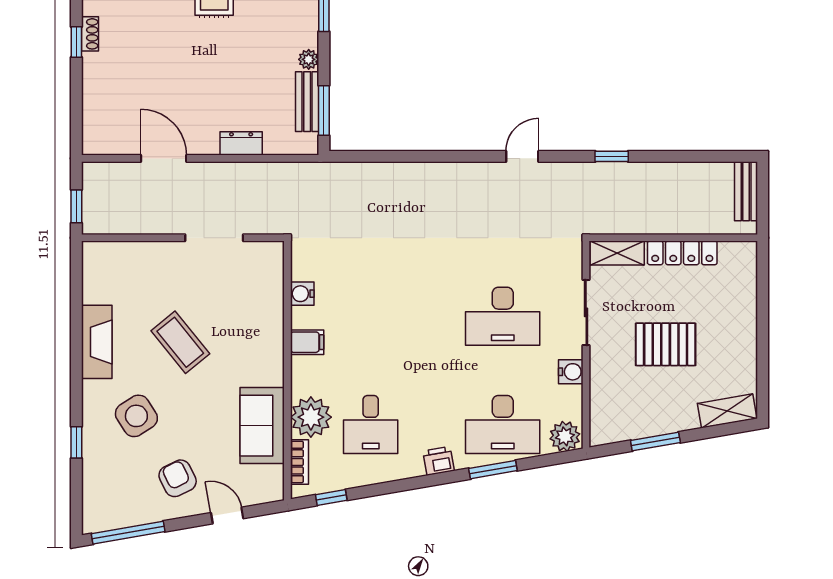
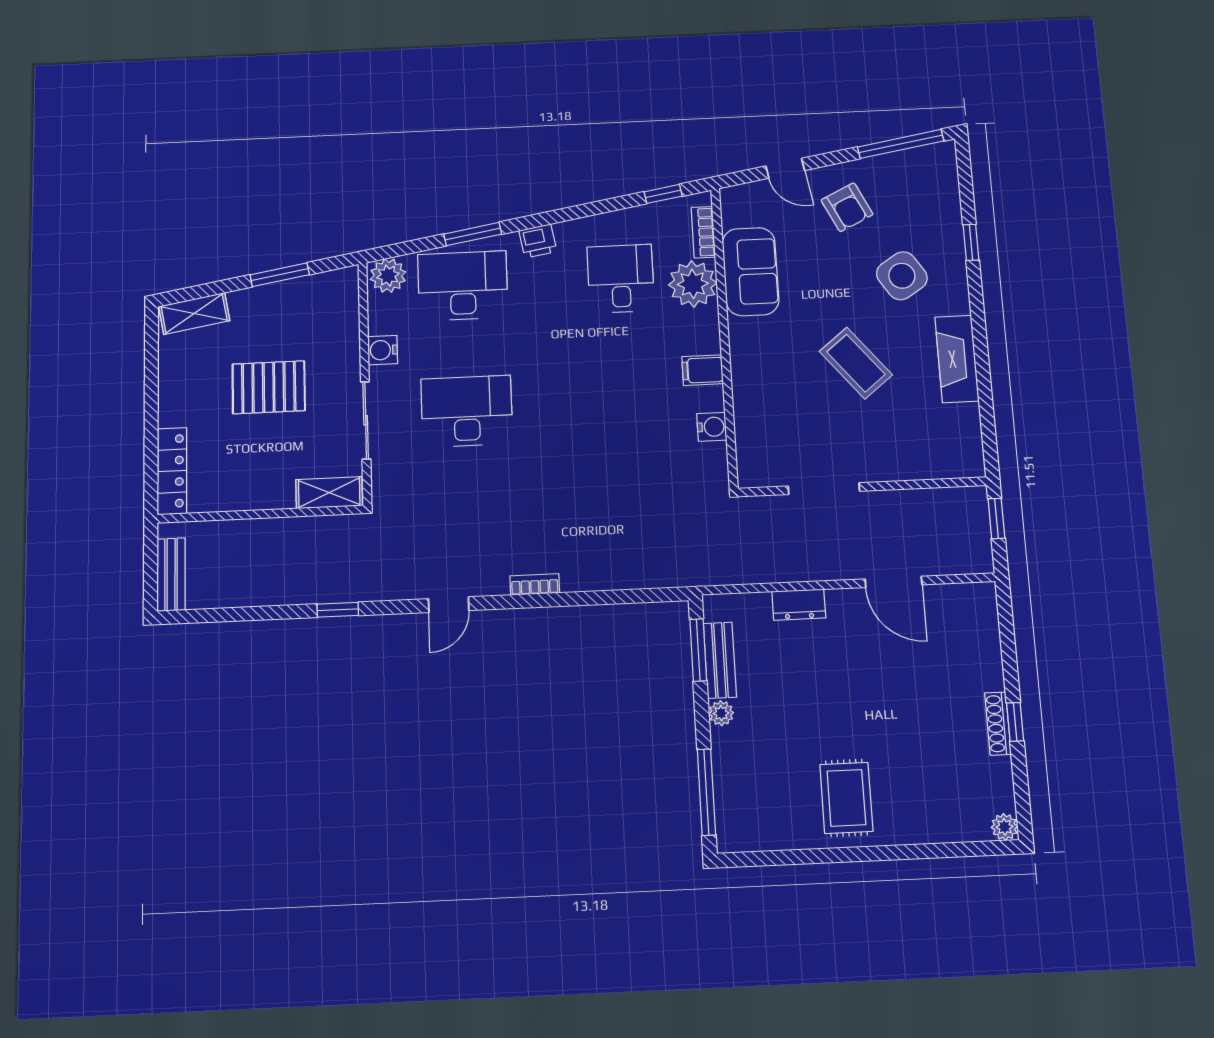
shoe rack: (90, 34) -> (998, 724), width x1.43
bookcase: (452, 170) -> (535, 585), added
locker: (682, 253) -> (172, 471), moved, turned 90

